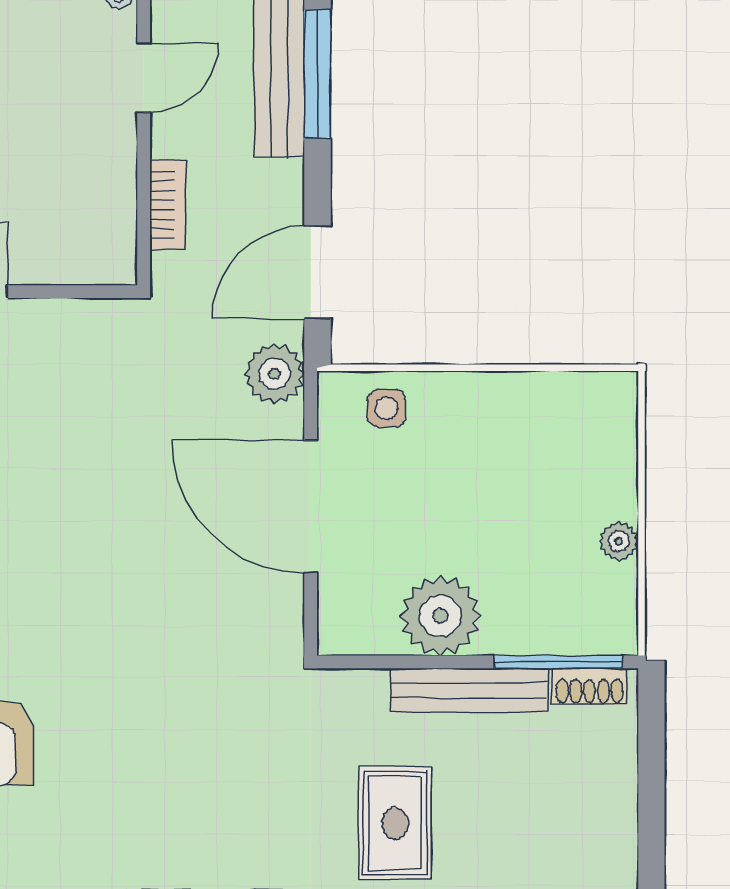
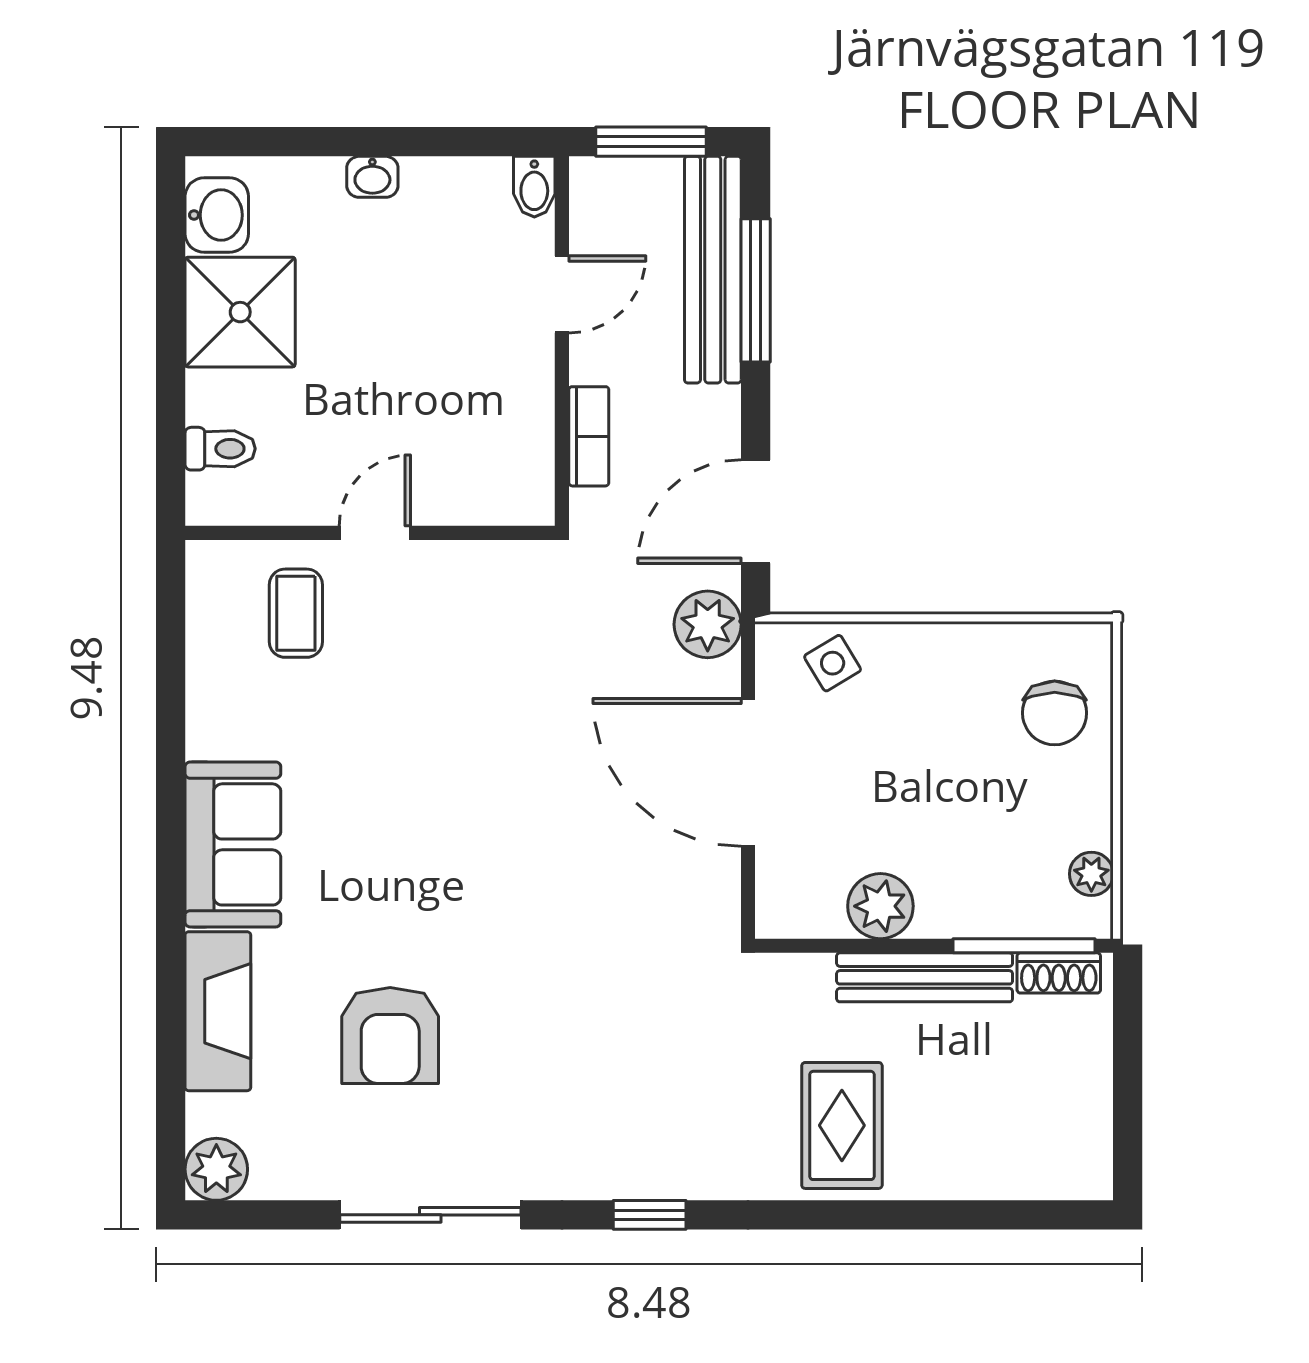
side table: (387, 408) -> (833, 663), turned -31
chair: (586, 453) -> (1055, 713), added
plant: (619, 541) -> (1091, 874), moved
plant: (440, 616) -> (880, 906), width x0.73, depth x0.73

